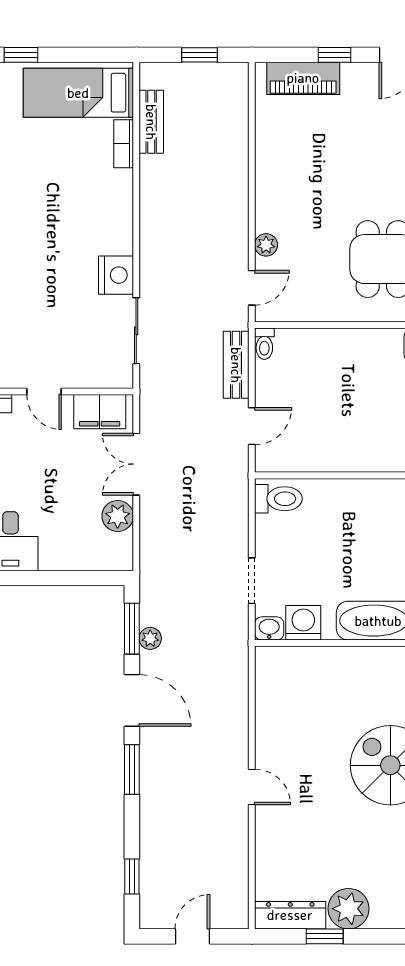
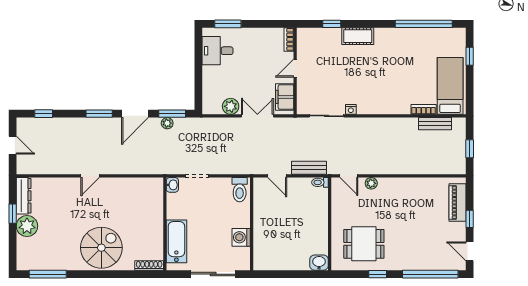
nightstand: (116, 275) -> (351, 109), width x0.53, depth x0.56
washing machine: (303, 623) -> (241, 237), moved, turned 180

